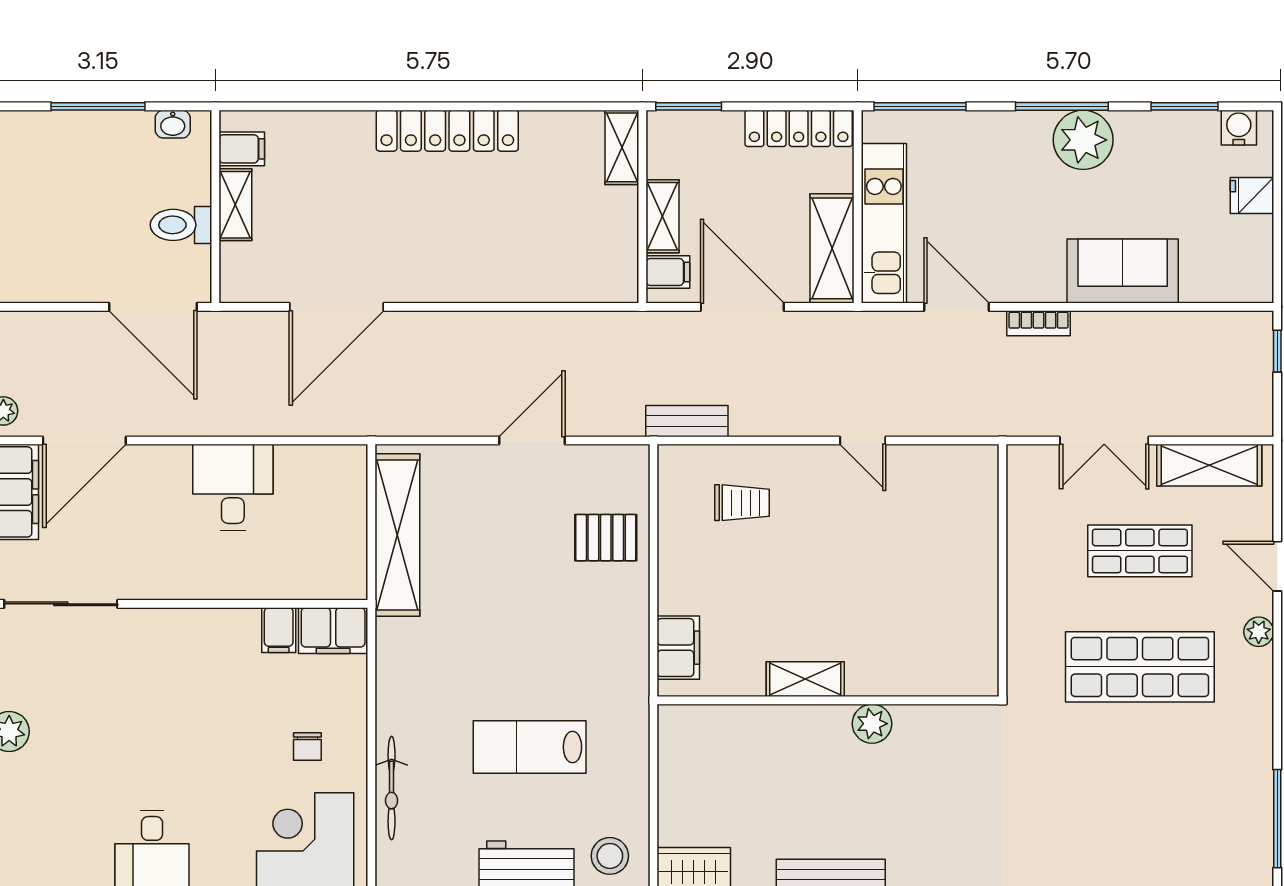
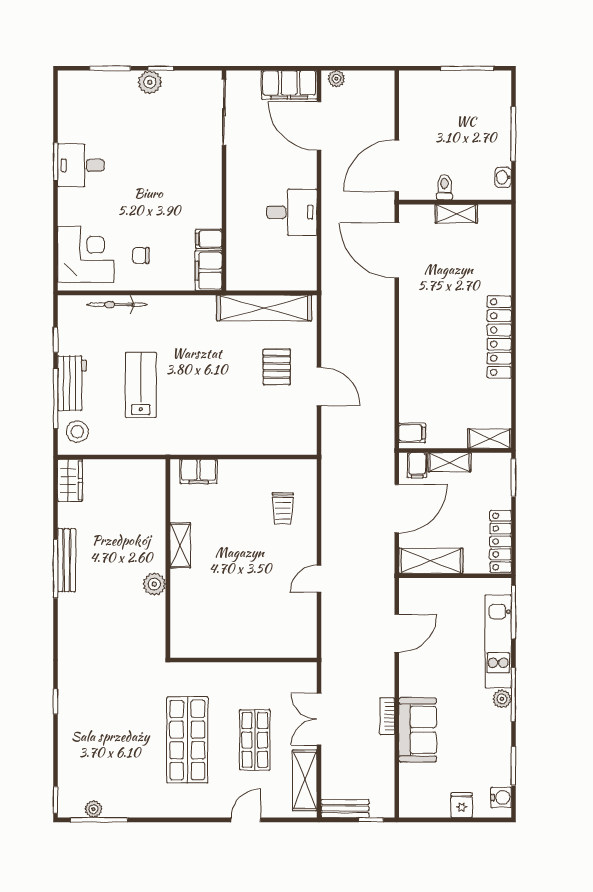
plant: (1083, 140) -> (502, 699), width x0.53, depth x0.53
filing cabinet: (242, 149) -> (412, 433), moved, turned -90
kitchen unit: (884, 223) -> (498, 641), moved, turned 90
toilet: (181, 225) -> (444, 187), width x0.73, depth x0.72
door: (336, 307) -> (397, 250), moved
bookcase: (1038, 323) -> (387, 716), moved
bench: (687, 421) -> (345, 809), moved, turned 90
pallet: (606, 538) -> (277, 367), moved
plant: (1259, 632) -> (93, 809), moved

